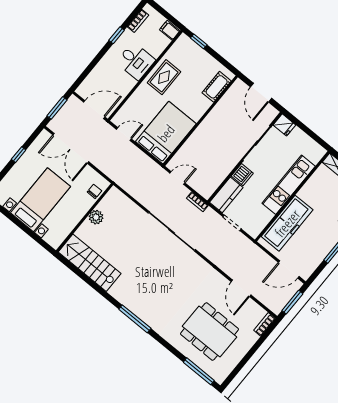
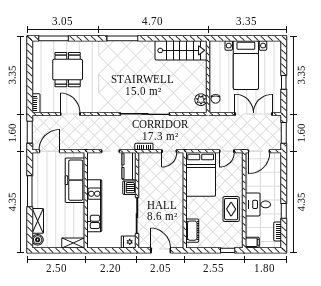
plant: (96, 217) -> (201, 100), moved
dining table: (209, 332) -> (68, 70), width x0.73

